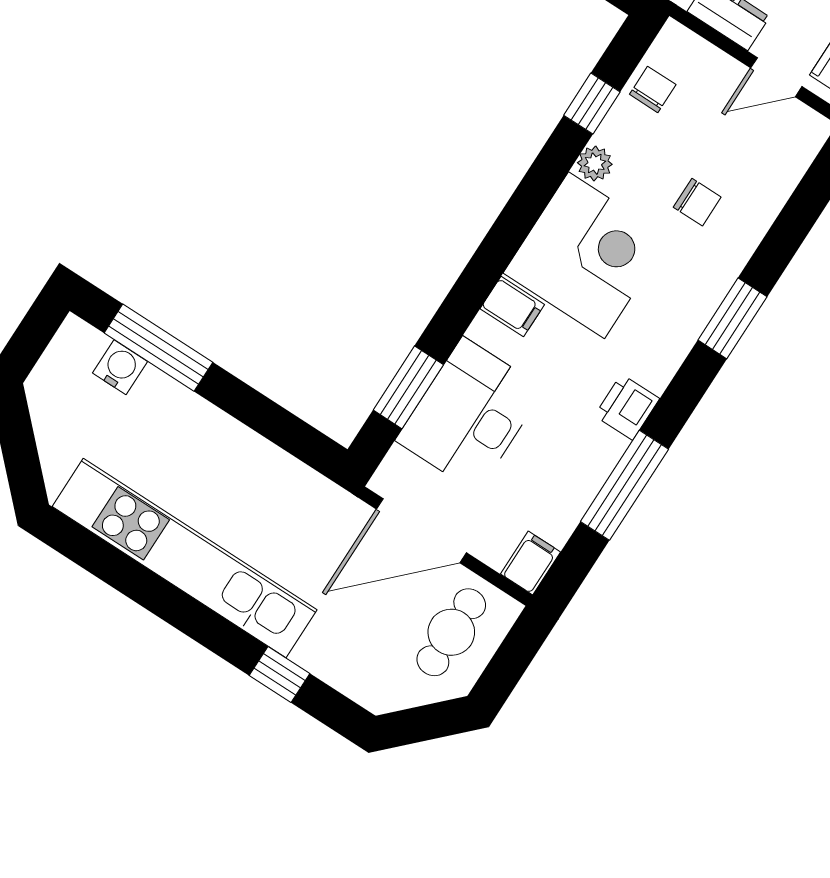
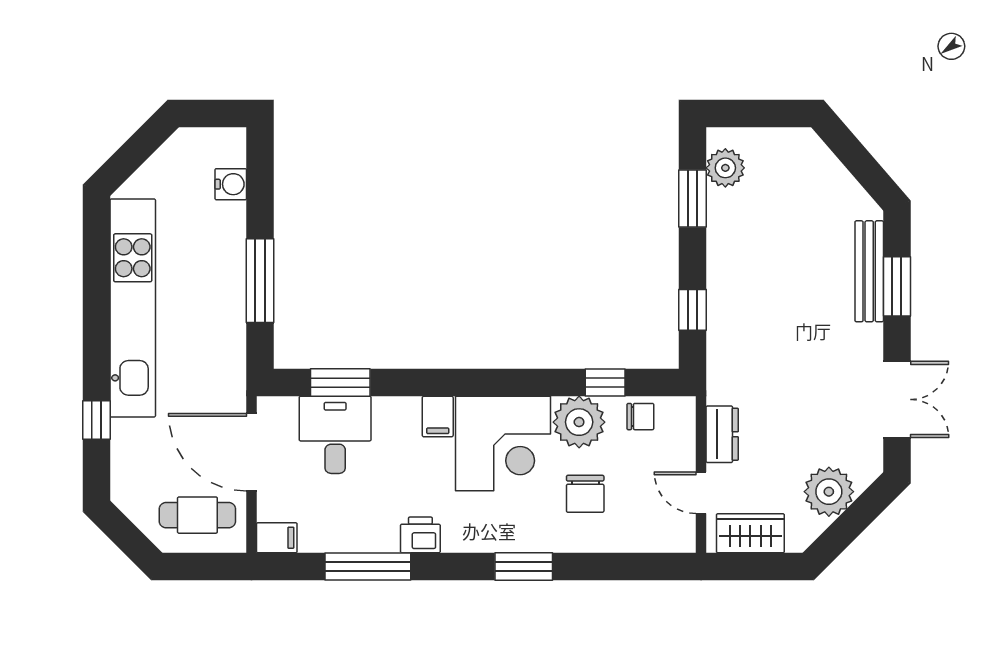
plant: (595, 164) -> (579, 422), width x1.87, depth x1.87
chair: (697, 202) -> (585, 494), width x1.37, depth x1.37
window: (158, 348) -> (260, 281), moved
desk: (470, 415) -> (335, 435), width x0.73

